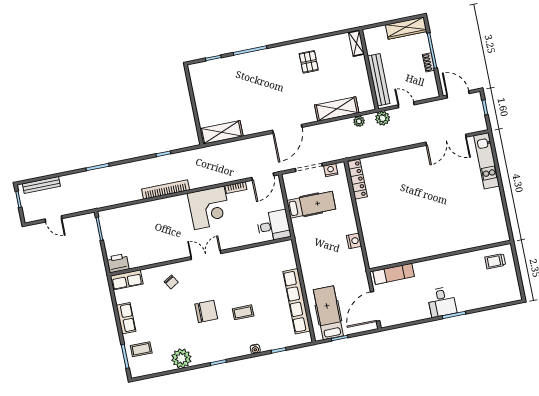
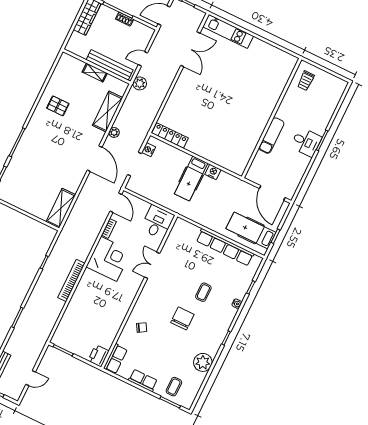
shelving: (356, 43) -> (95, 73), moved
plant: (359, 121) -> (114, 132), moved
hospital bed: (311, 205) -> (191, 178), moved, turned 180
double door: (206, 255) -> (152, 265), moved
exam couch: (394, 274) -> (271, 136), moved

